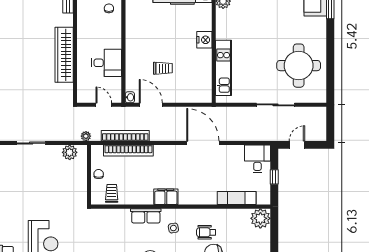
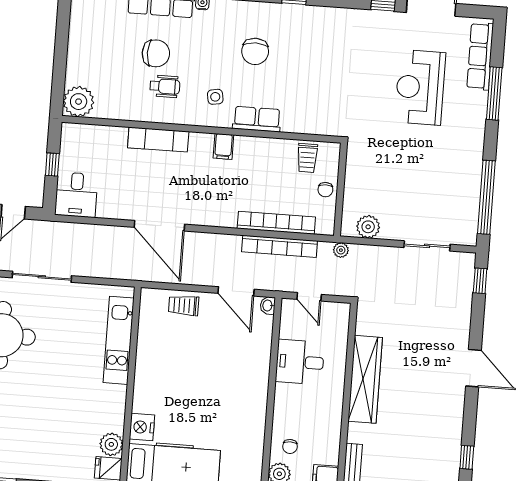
nightstand: (204, 40) -> (142, 427), moved
trolley: (163, 68) -> (184, 305), moved
filing cabinet: (166, 197) -> (223, 146), width x0.50
exam couch: (237, 198) -> (158, 140), moved

